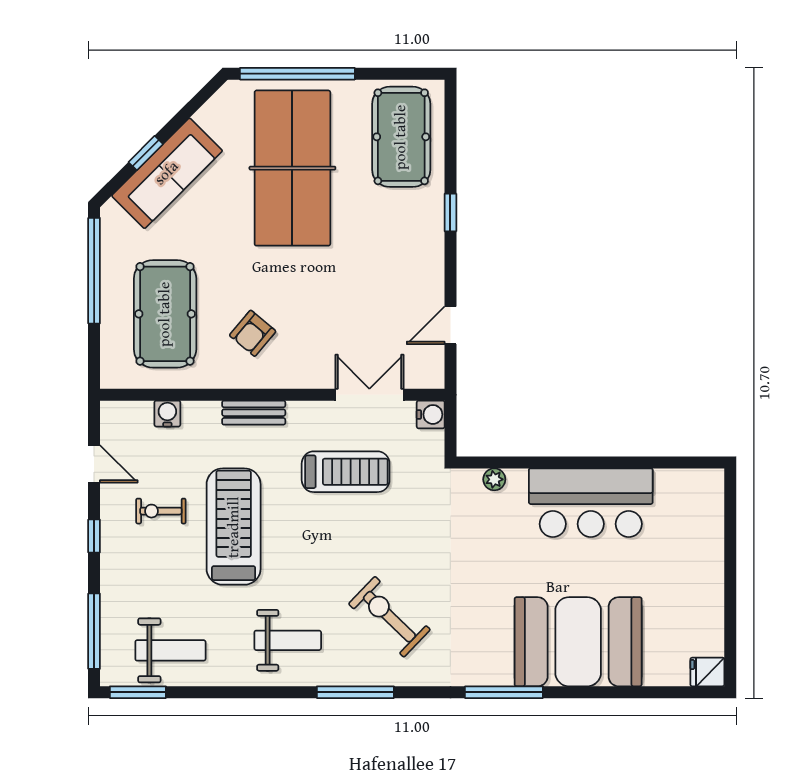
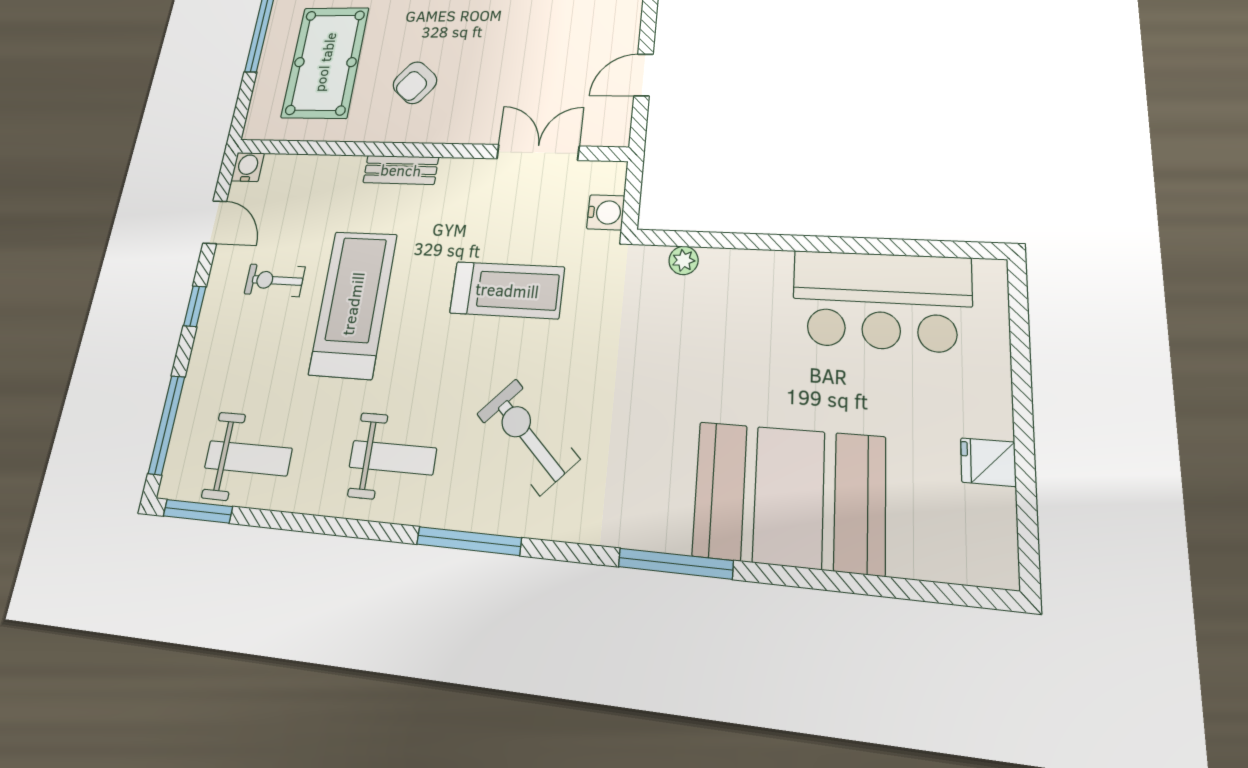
water cooler: (167, 414) -> (248, 167), moved
water cooler: (431, 414) -> (606, 212), moved
treadmill: (346, 472) -> (507, 290), moved
bar counter: (591, 503) -> (881, 301), moved
fridge: (707, 672) -> (988, 462), moved

